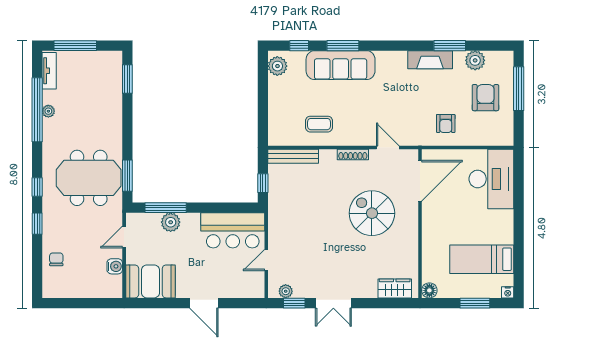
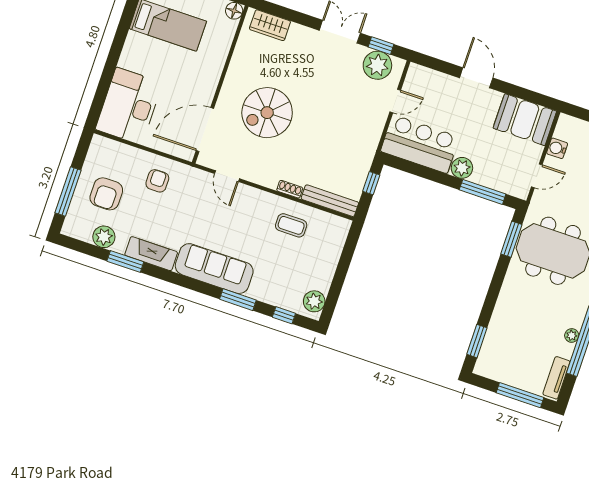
sofa: (341, 65) -> (214, 269), moved
shoe rack: (353, 154) -> (290, 189), moved, width x0.70
spiral stairs: (372, 213) -> (267, 113), turned 90
plant: (171, 222) -> (462, 168), moved
plant: (286, 291) -> (377, 65), width x1.88, depth x1.88

